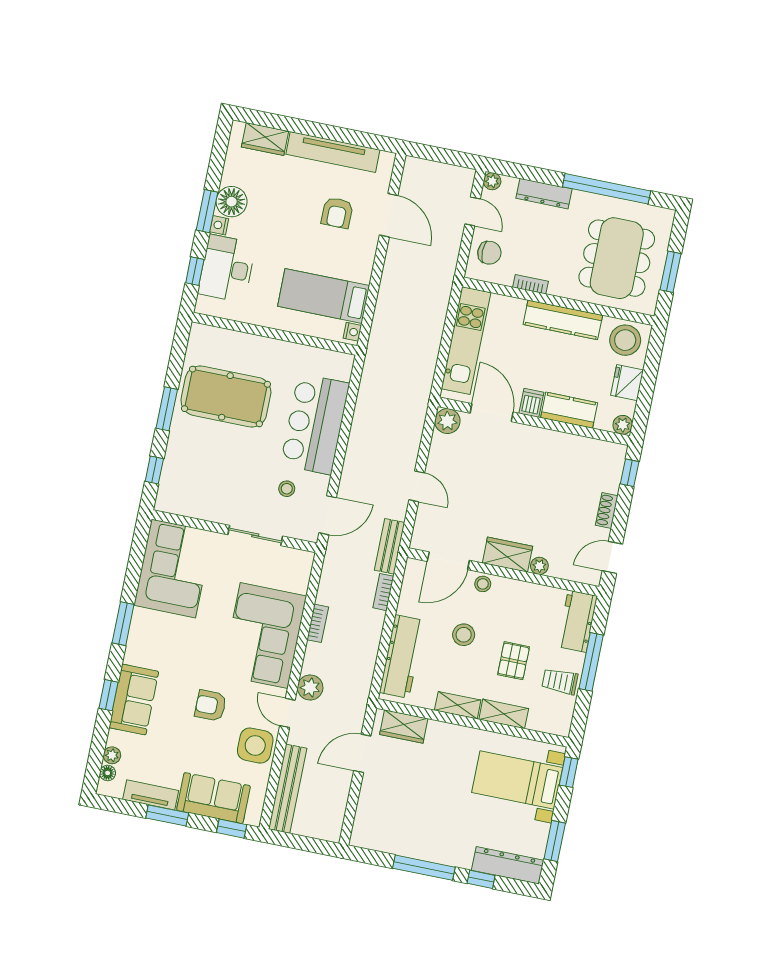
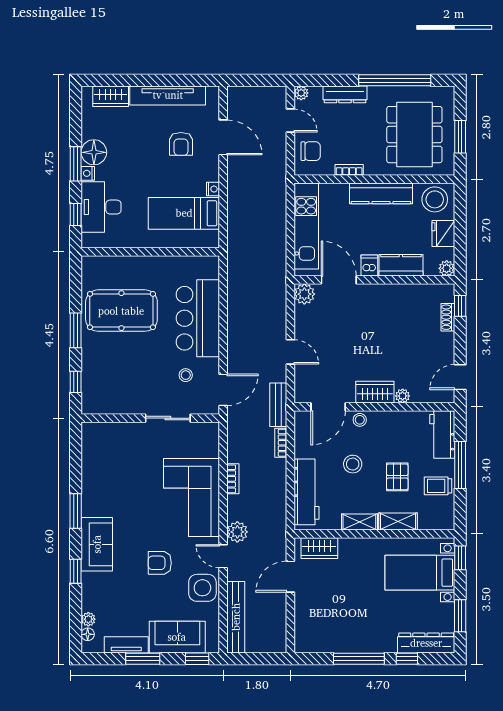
nightstand: (352, 332) -> (213, 189), moved
shoe rack: (607, 510) -> (448, 317), moved
corner sofa: (173, 568) -> (107, 458), removed
sofa: (134, 700) -> (97, 544), moved

